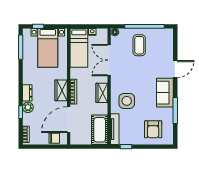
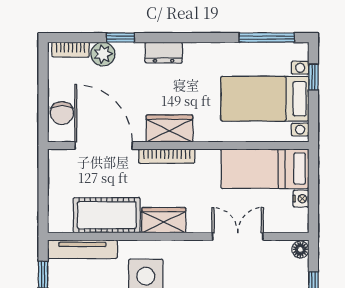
double door: (109, 60) -> (238, 236), width x0.73
plant: (28, 107) -> (103, 54), moved
cot: (100, 130) -> (107, 215), moved

